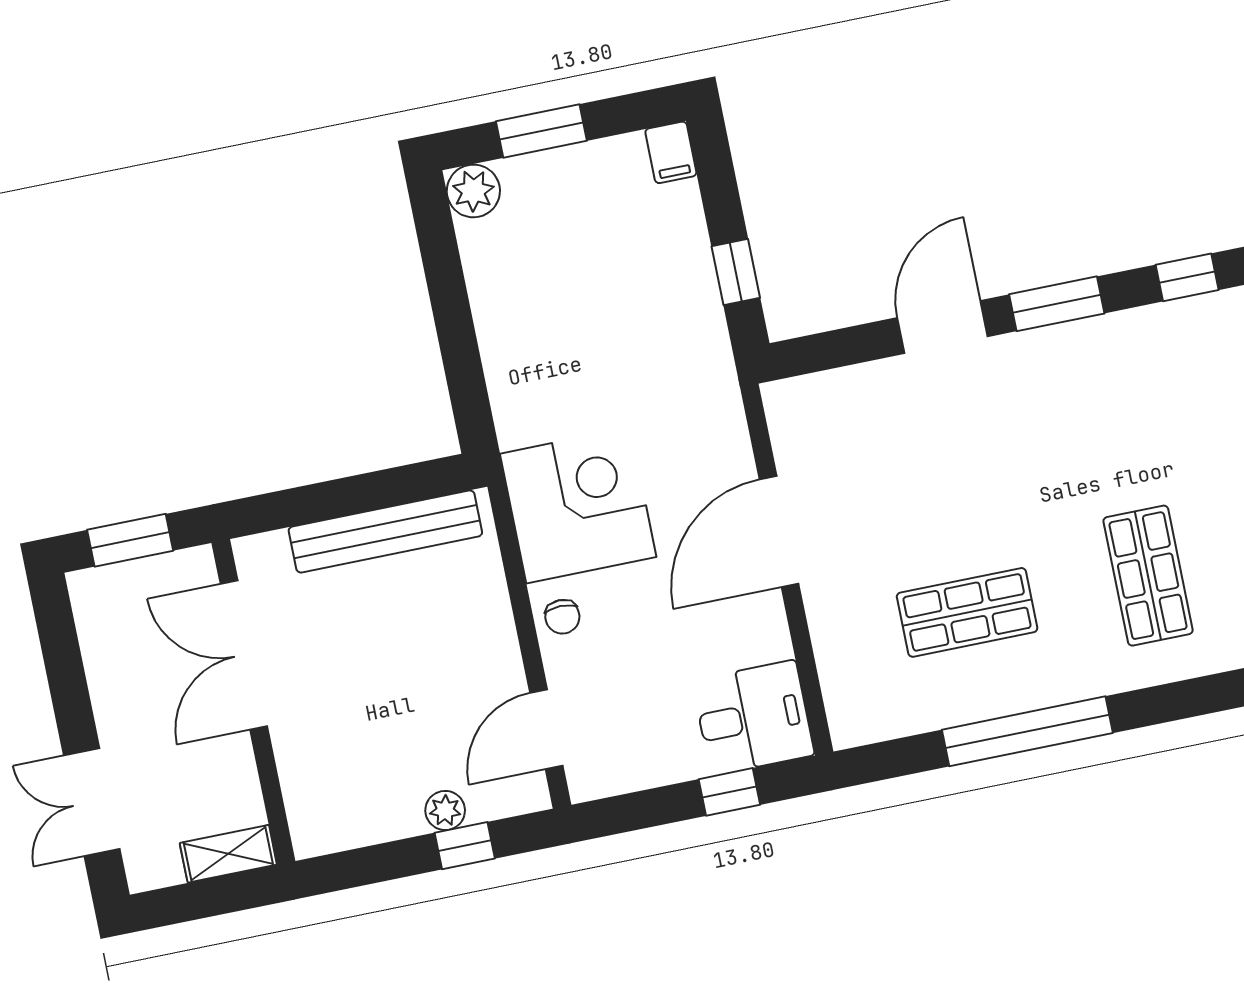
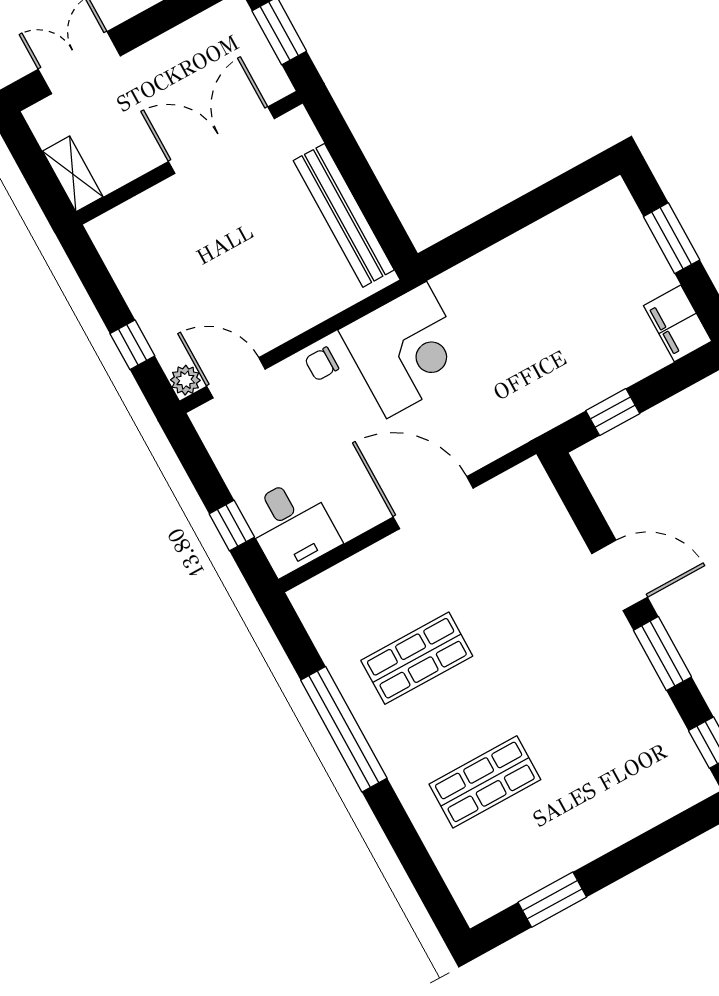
filing cabinet: (671, 152) -> (678, 323), width x2.00
plant: (473, 191) -> (612, 202), removed
shop shelf: (967, 612) -> (417, 658), turned 90
plant: (445, 810) -> (185, 380), moved

